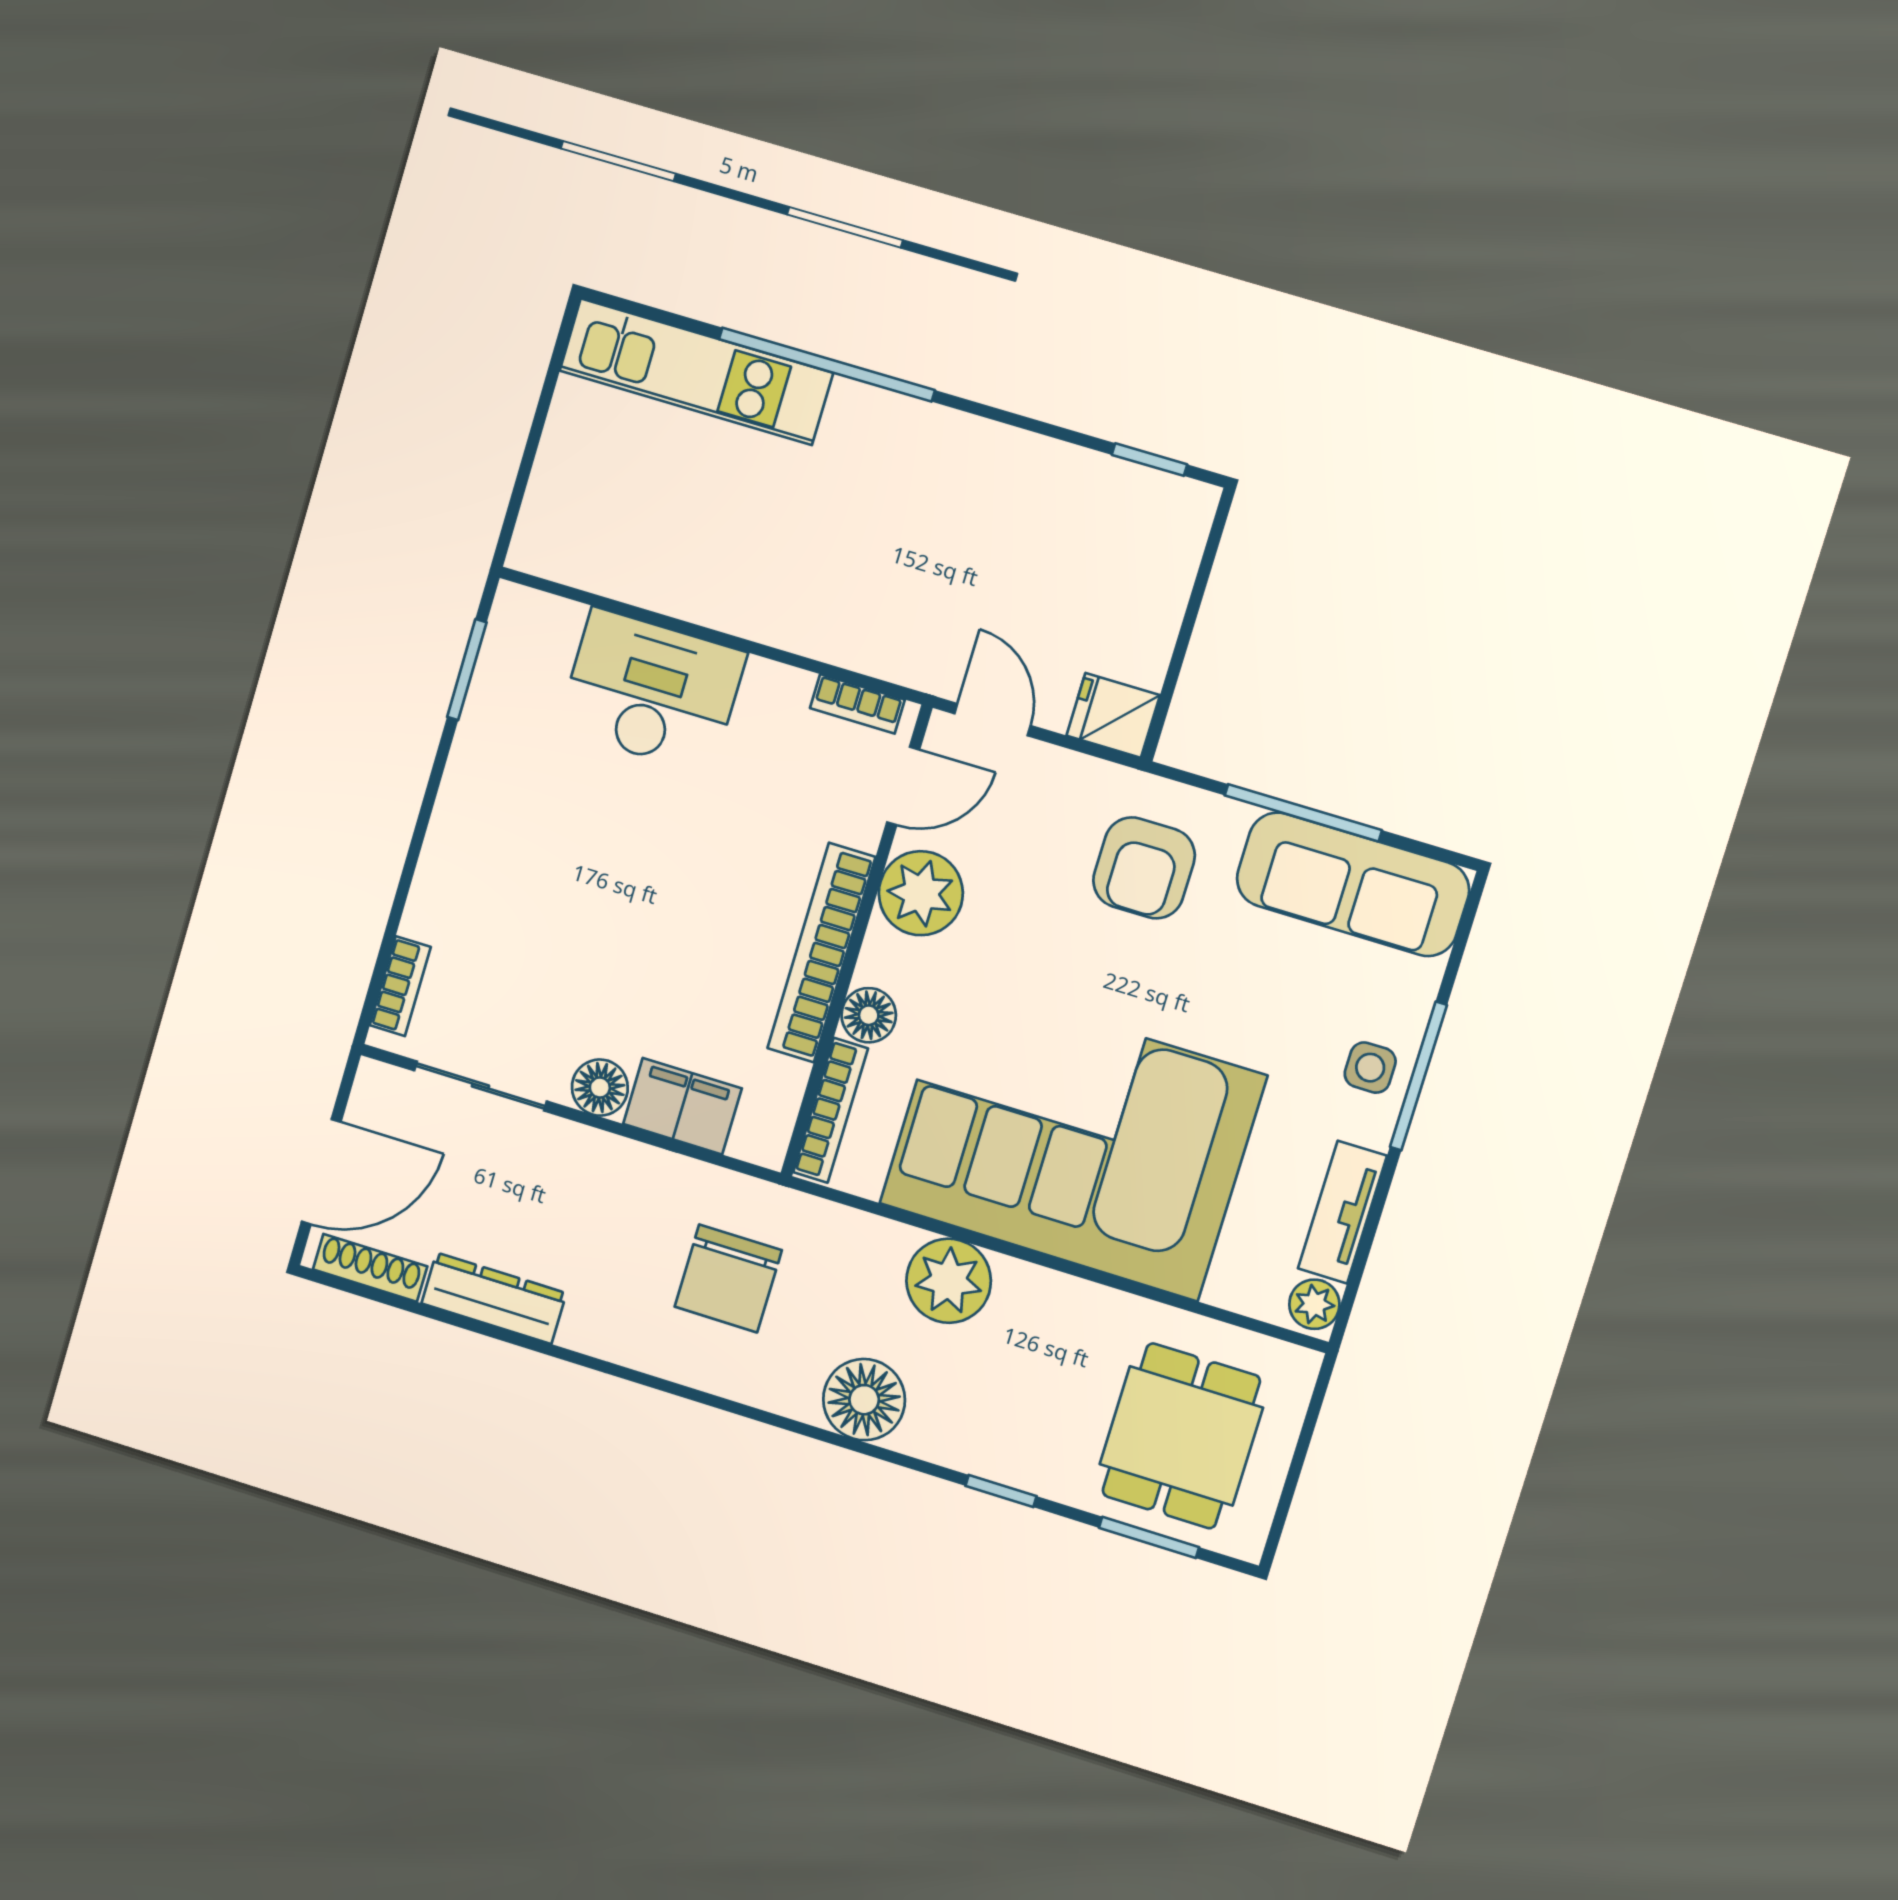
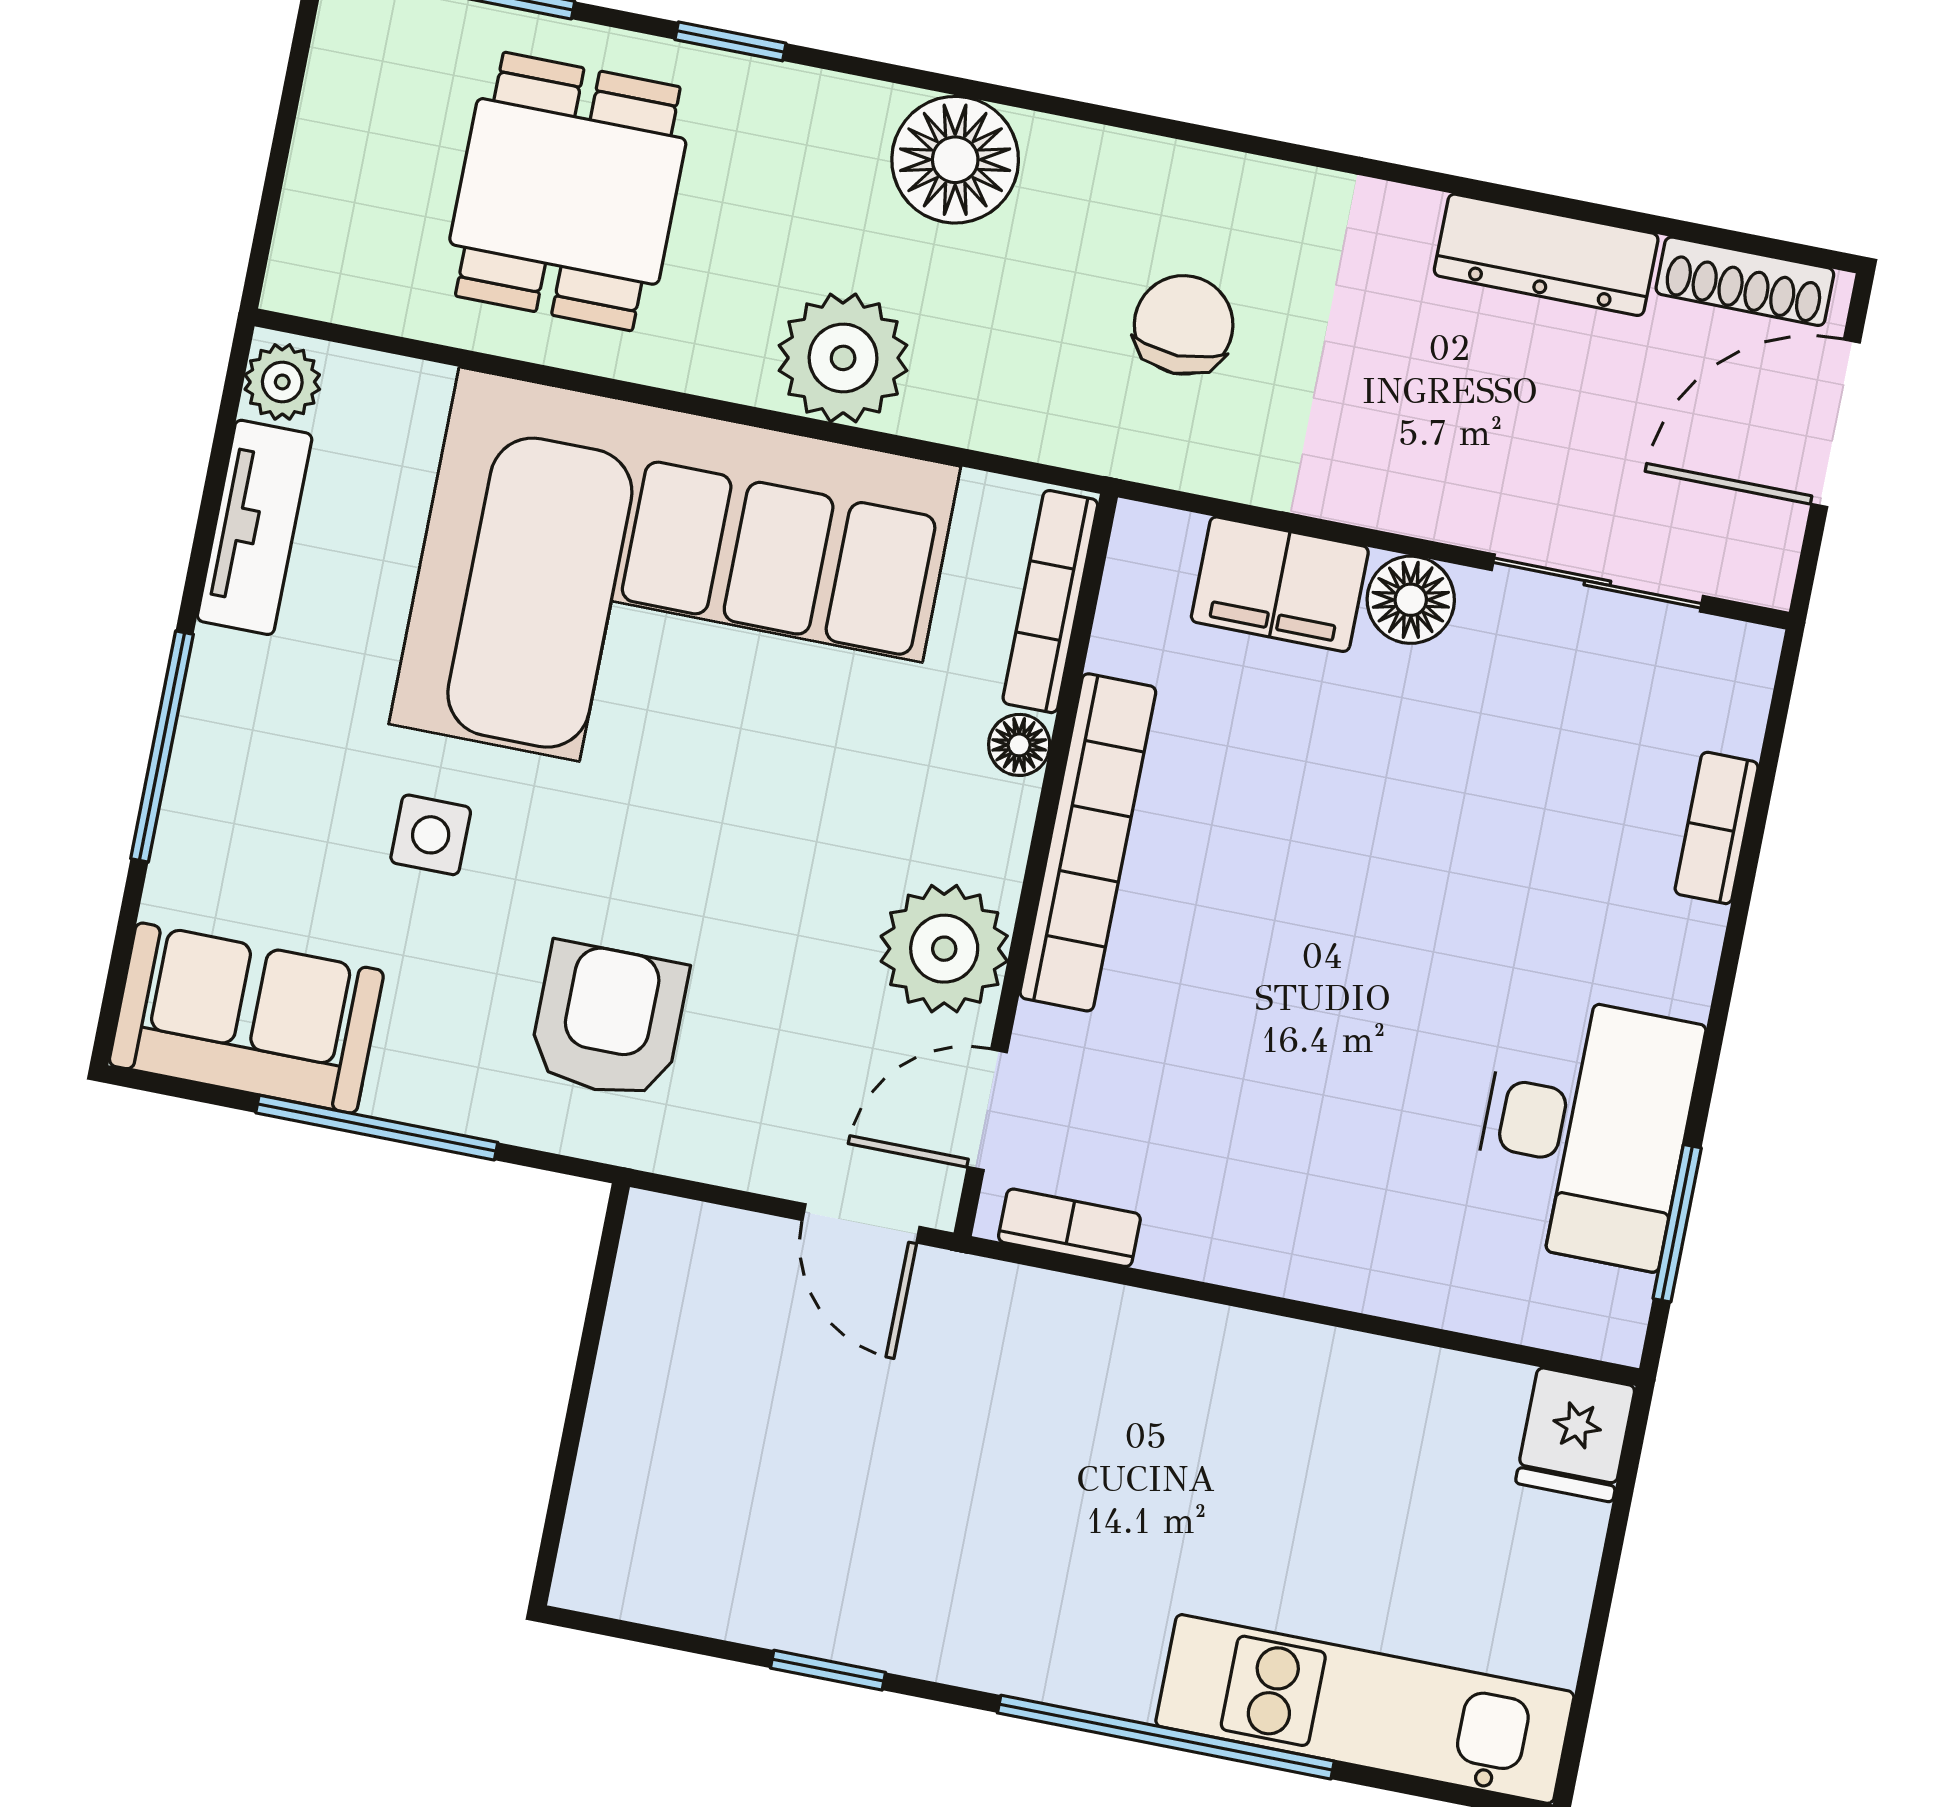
window: (1149, 460) -> (828, 1670), moved
desk: (652, 691) -> (1585, 1130), moved, turned -90
fridge: (1113, 715) -> (1575, 1435), moved, turned 90
sofa: (1353, 884) -> (246, 1018), width x0.73
bookcase: (400, 986) -> (1717, 828), moved
floor lamp: (869, 1015) -> (1019, 745), width x0.73, depth x0.73
side table: (1370, 1068) -> (431, 835), moved
chair: (728, 1278) -> (1184, 325), width x0.73, depth x0.73
dining table: (1181, 1436) -> (568, 191), moved

